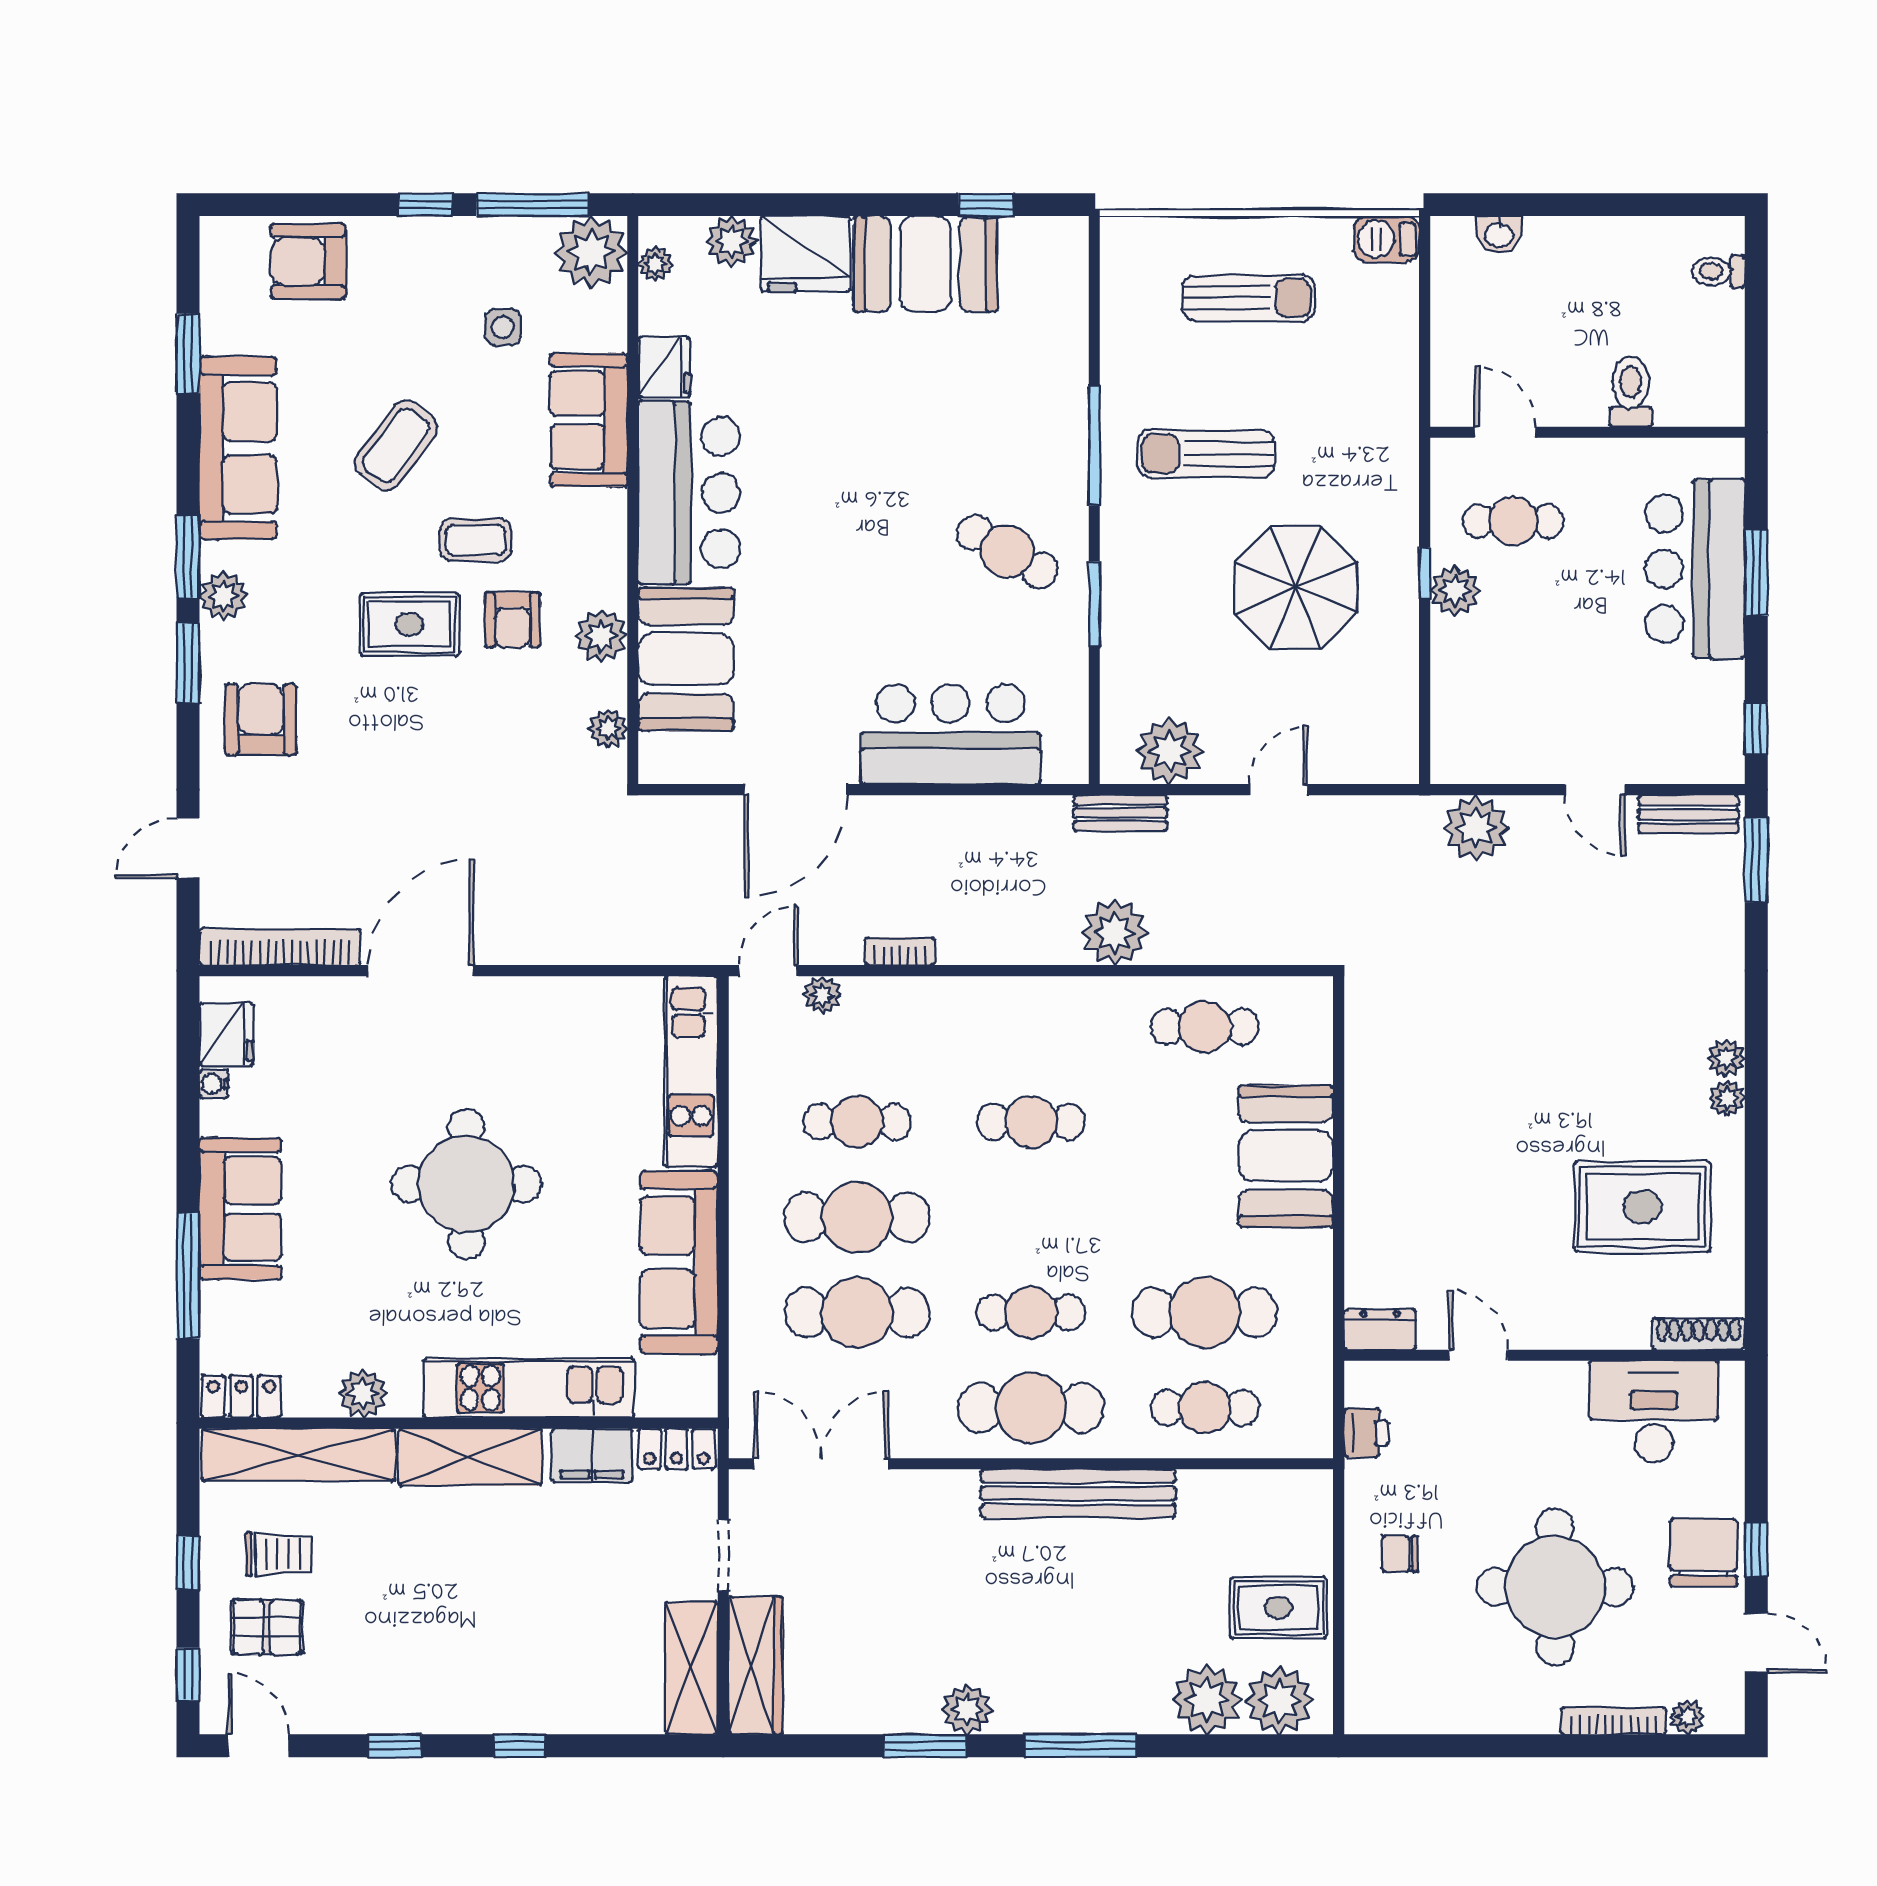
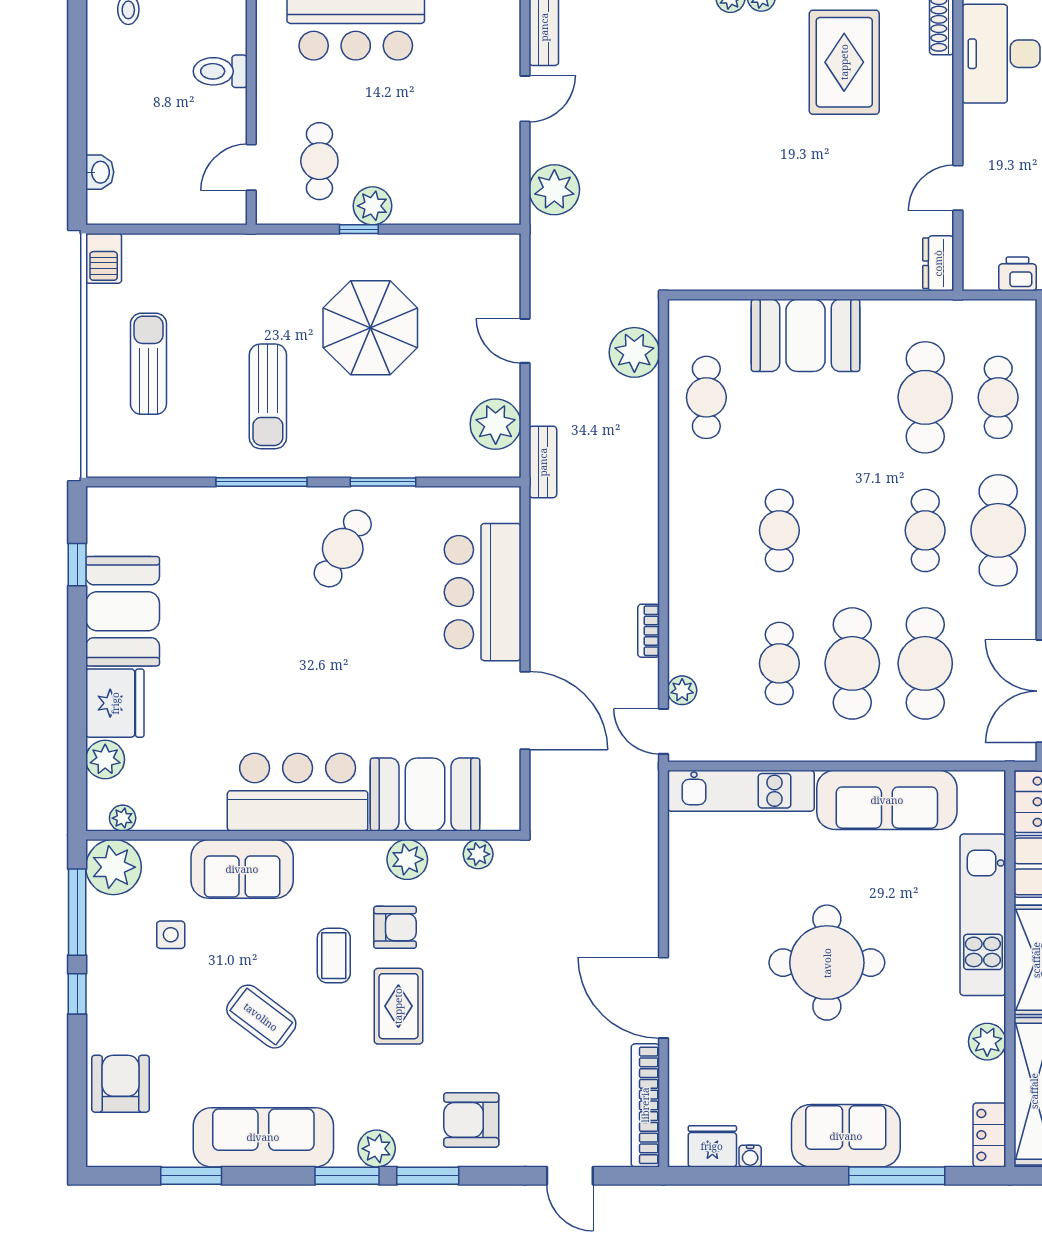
armchair: (308, 261) -> (121, 1084), turned 180
fridge: (664, 367) -> (201, 811), removed
plant: (1114, 933) -> (634, 352), moved

